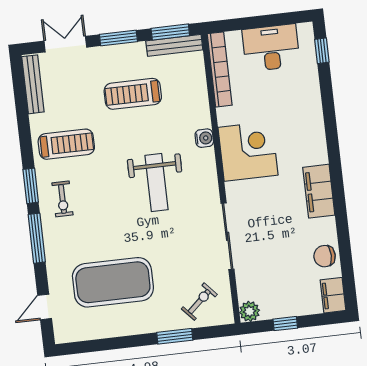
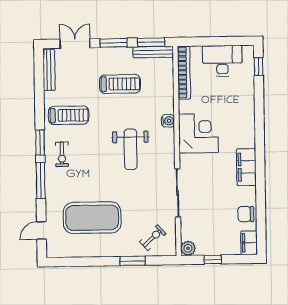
treadmill: (133, 94) -> (120, 84), turned 180

